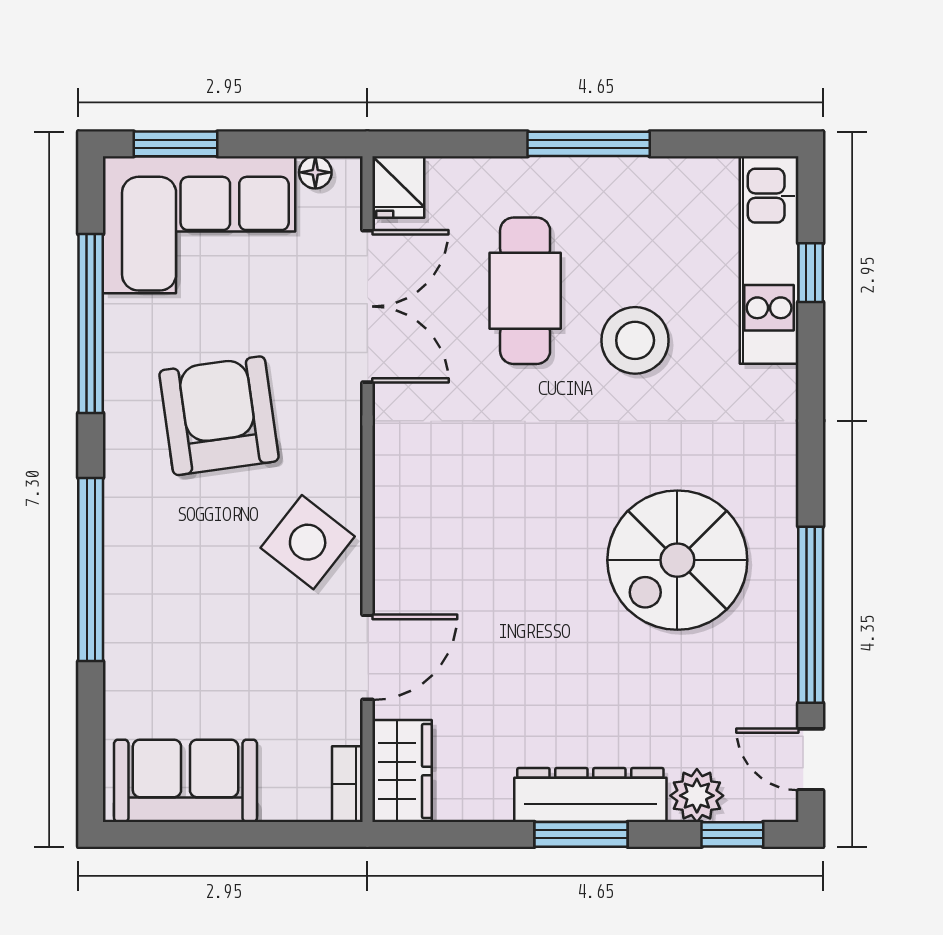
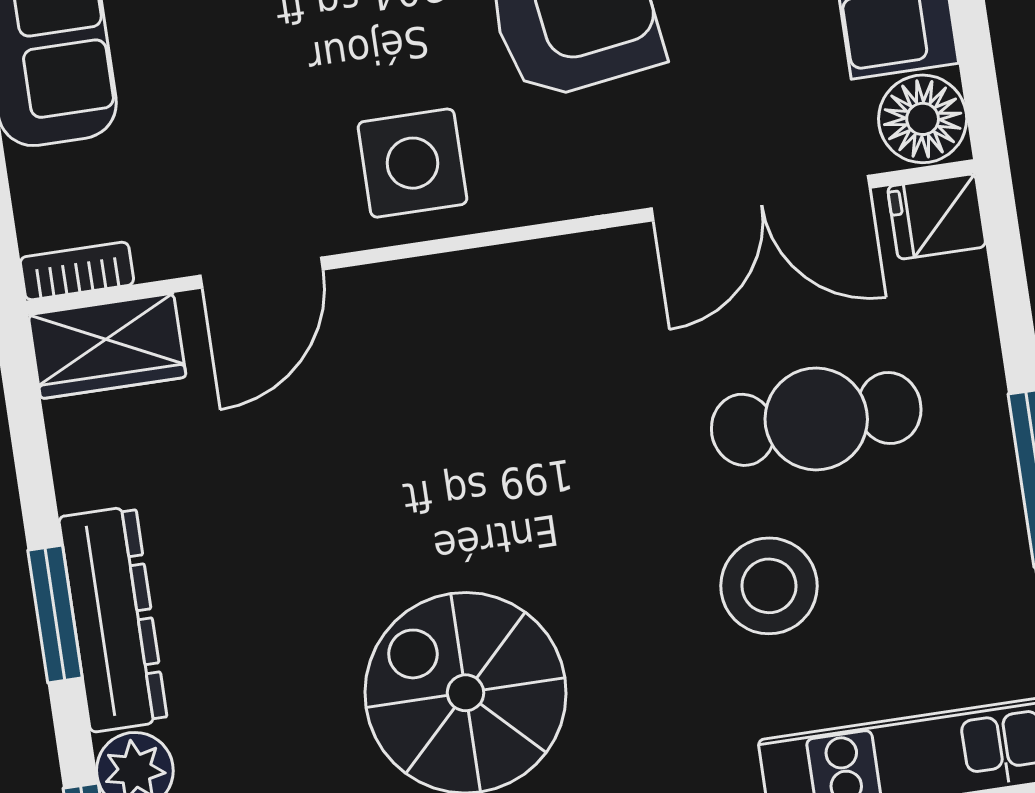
floor lamp: (315, 172) -> (923, 119), width x1.89, depth x1.89
side table: (308, 542) -> (412, 163), turned -38
door: (367, 657) -> (262, 273), hinge flipped

